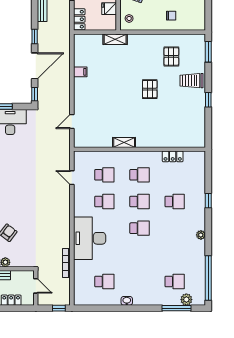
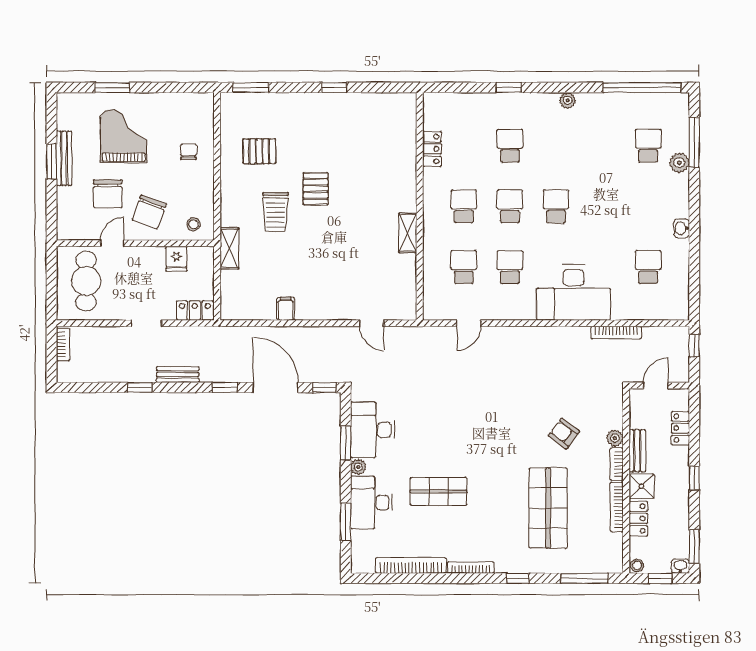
trolley: (192, 81) -> (275, 212), moved
pallet: (150, 89) -> (316, 189), turned 90
plant: (186, 300) -> (679, 163), moved

